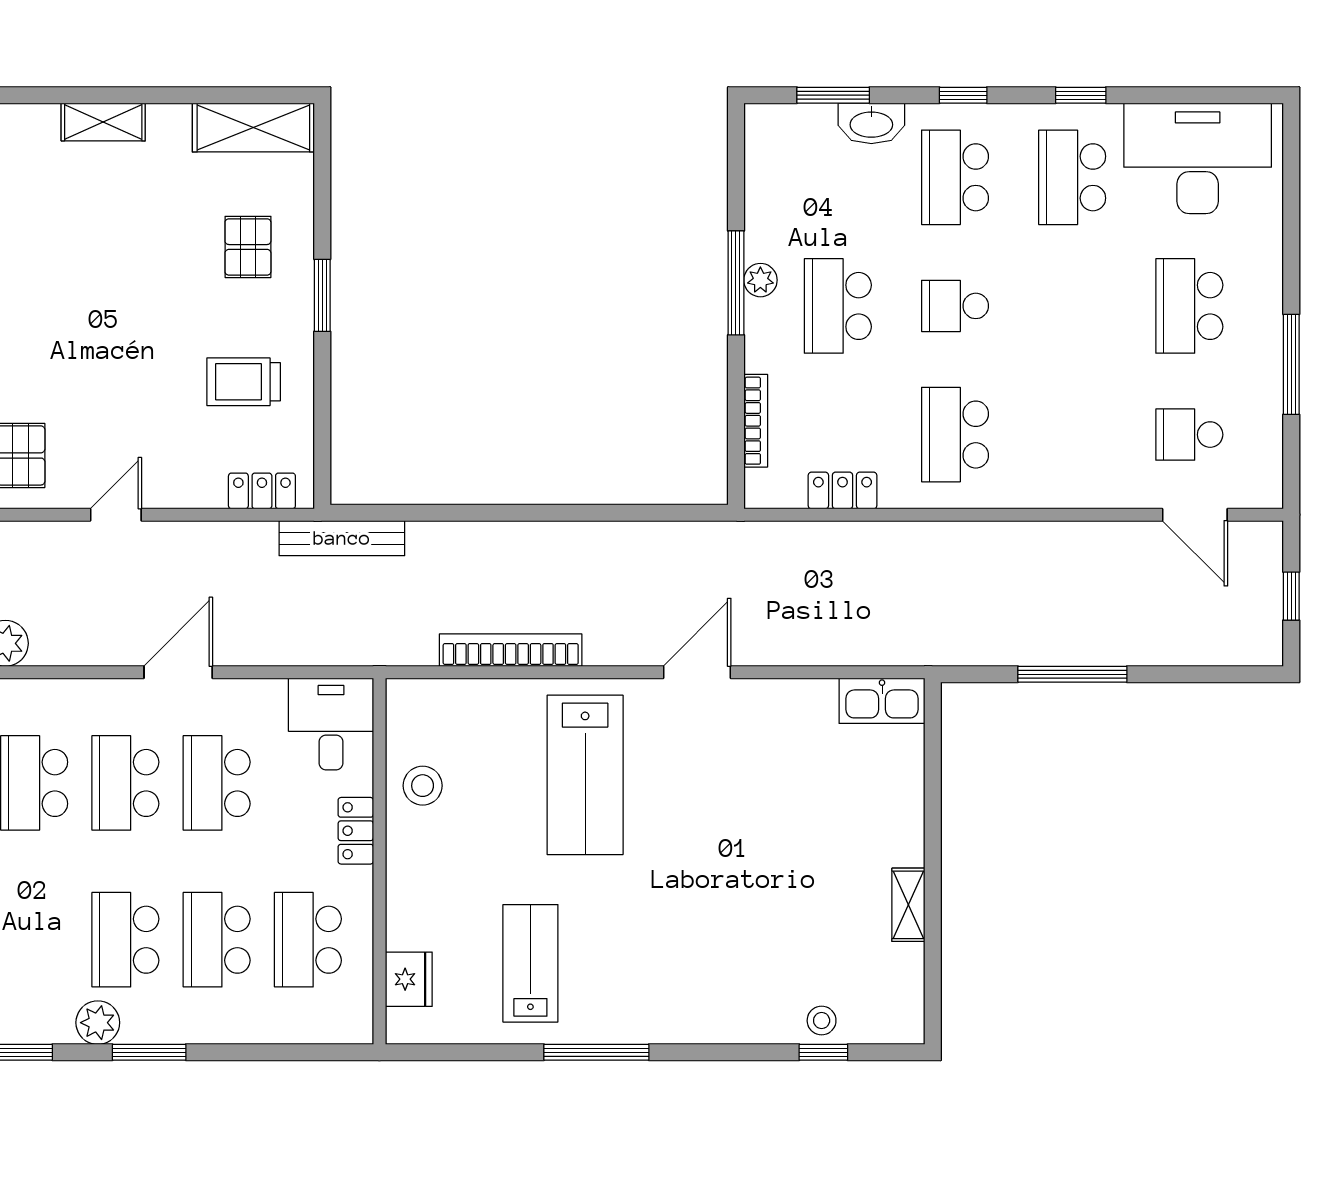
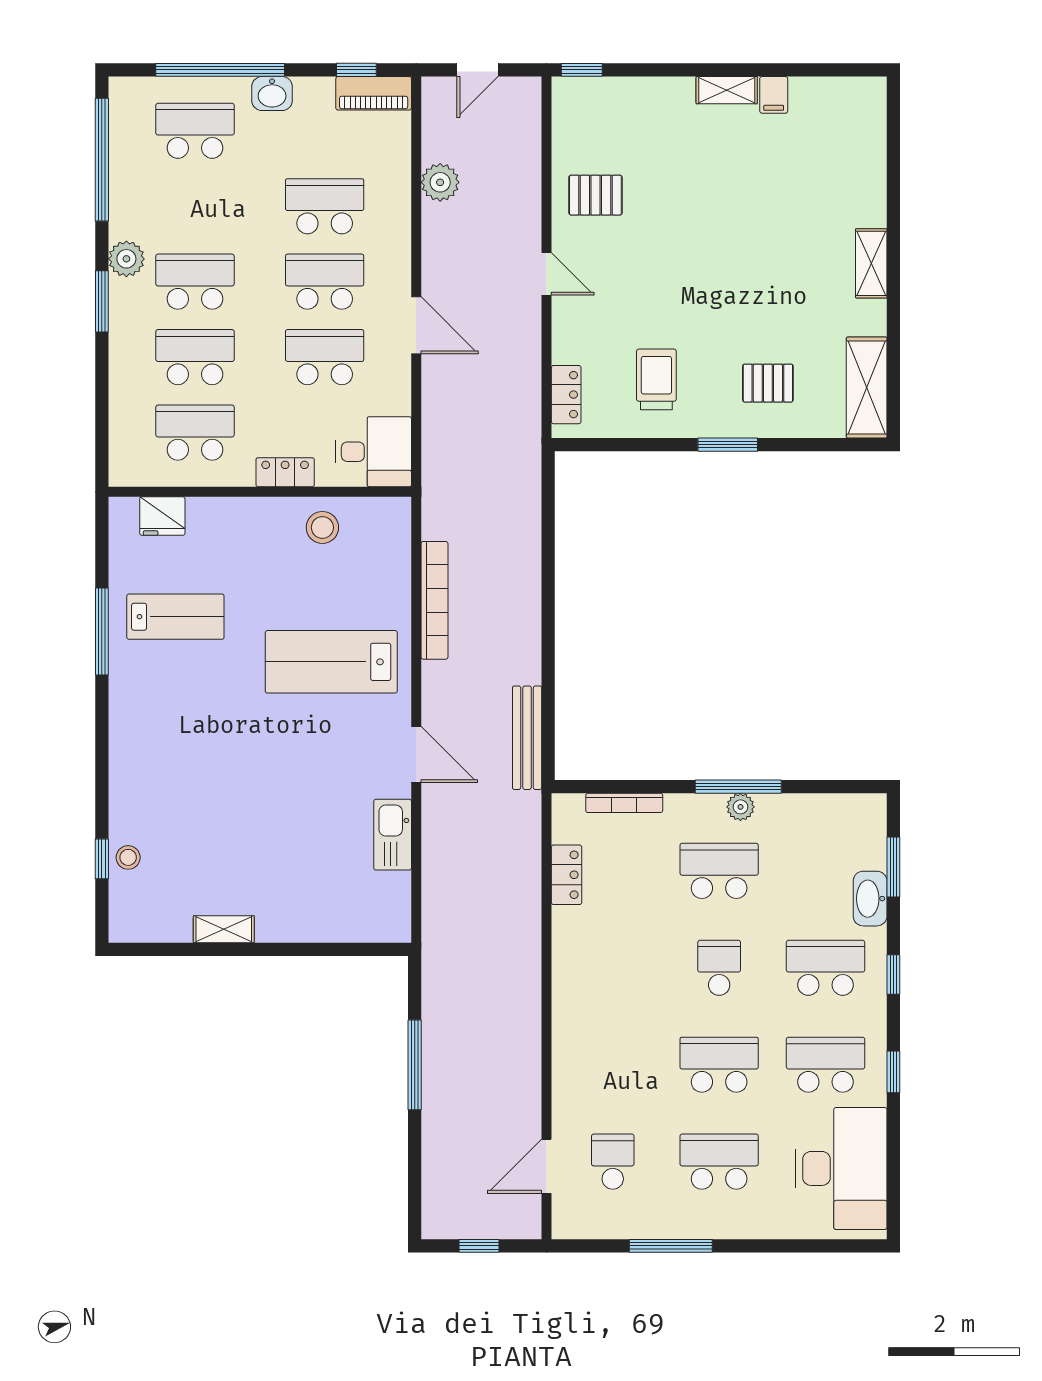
school desk: (955, 435) -> (719, 1065), moved
bench: (342, 538) -> (527, 738), moved
kitchen sink: (882, 701) -> (393, 835), moved
window: (596, 1052) -> (102, 631), moved

